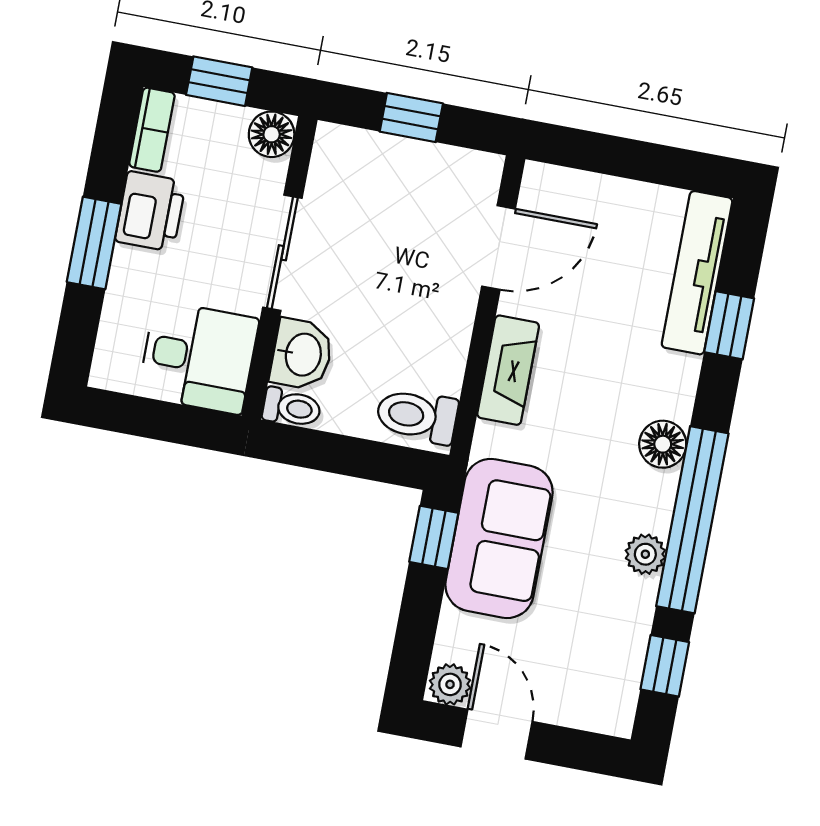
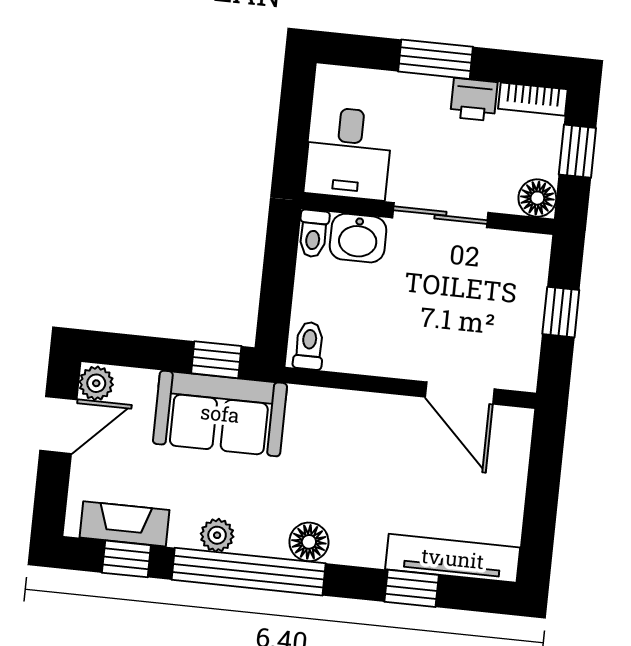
printer: (150, 211) -> (474, 100), width x0.73, depth x0.81
fireplace: (508, 370) -> (125, 524), moved, turned 180
toilet: (417, 416) -> (309, 346), width x0.73, depth x0.72

